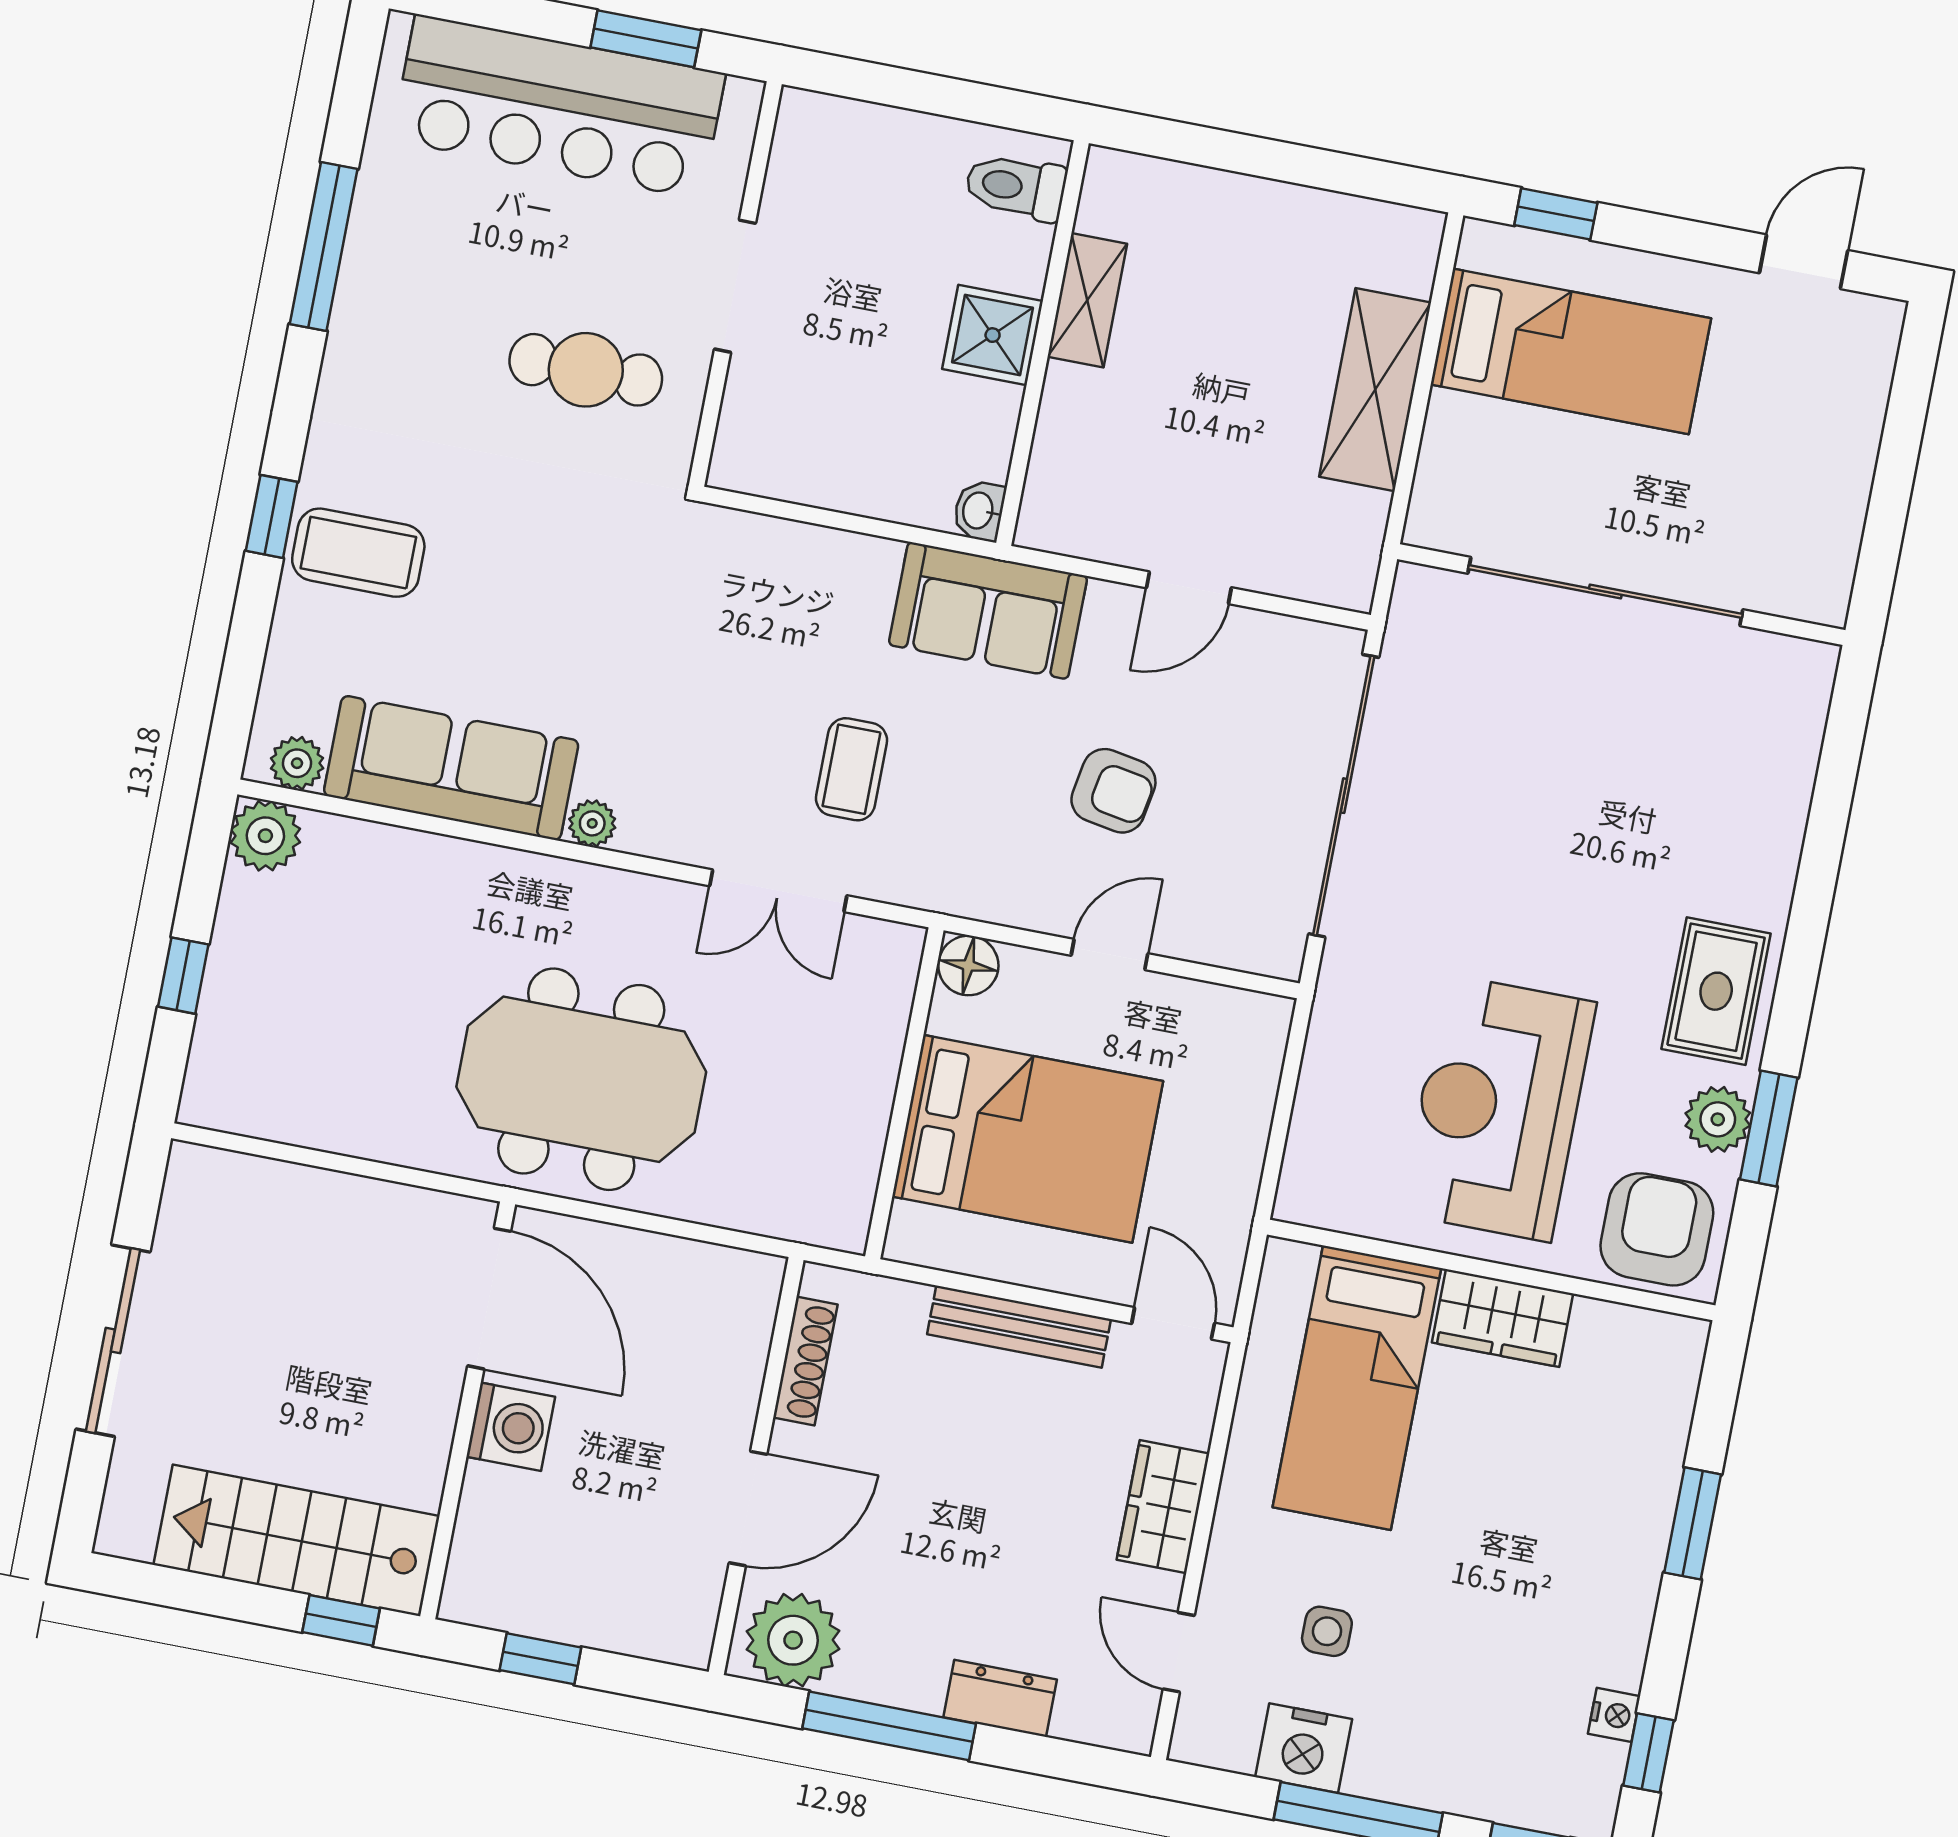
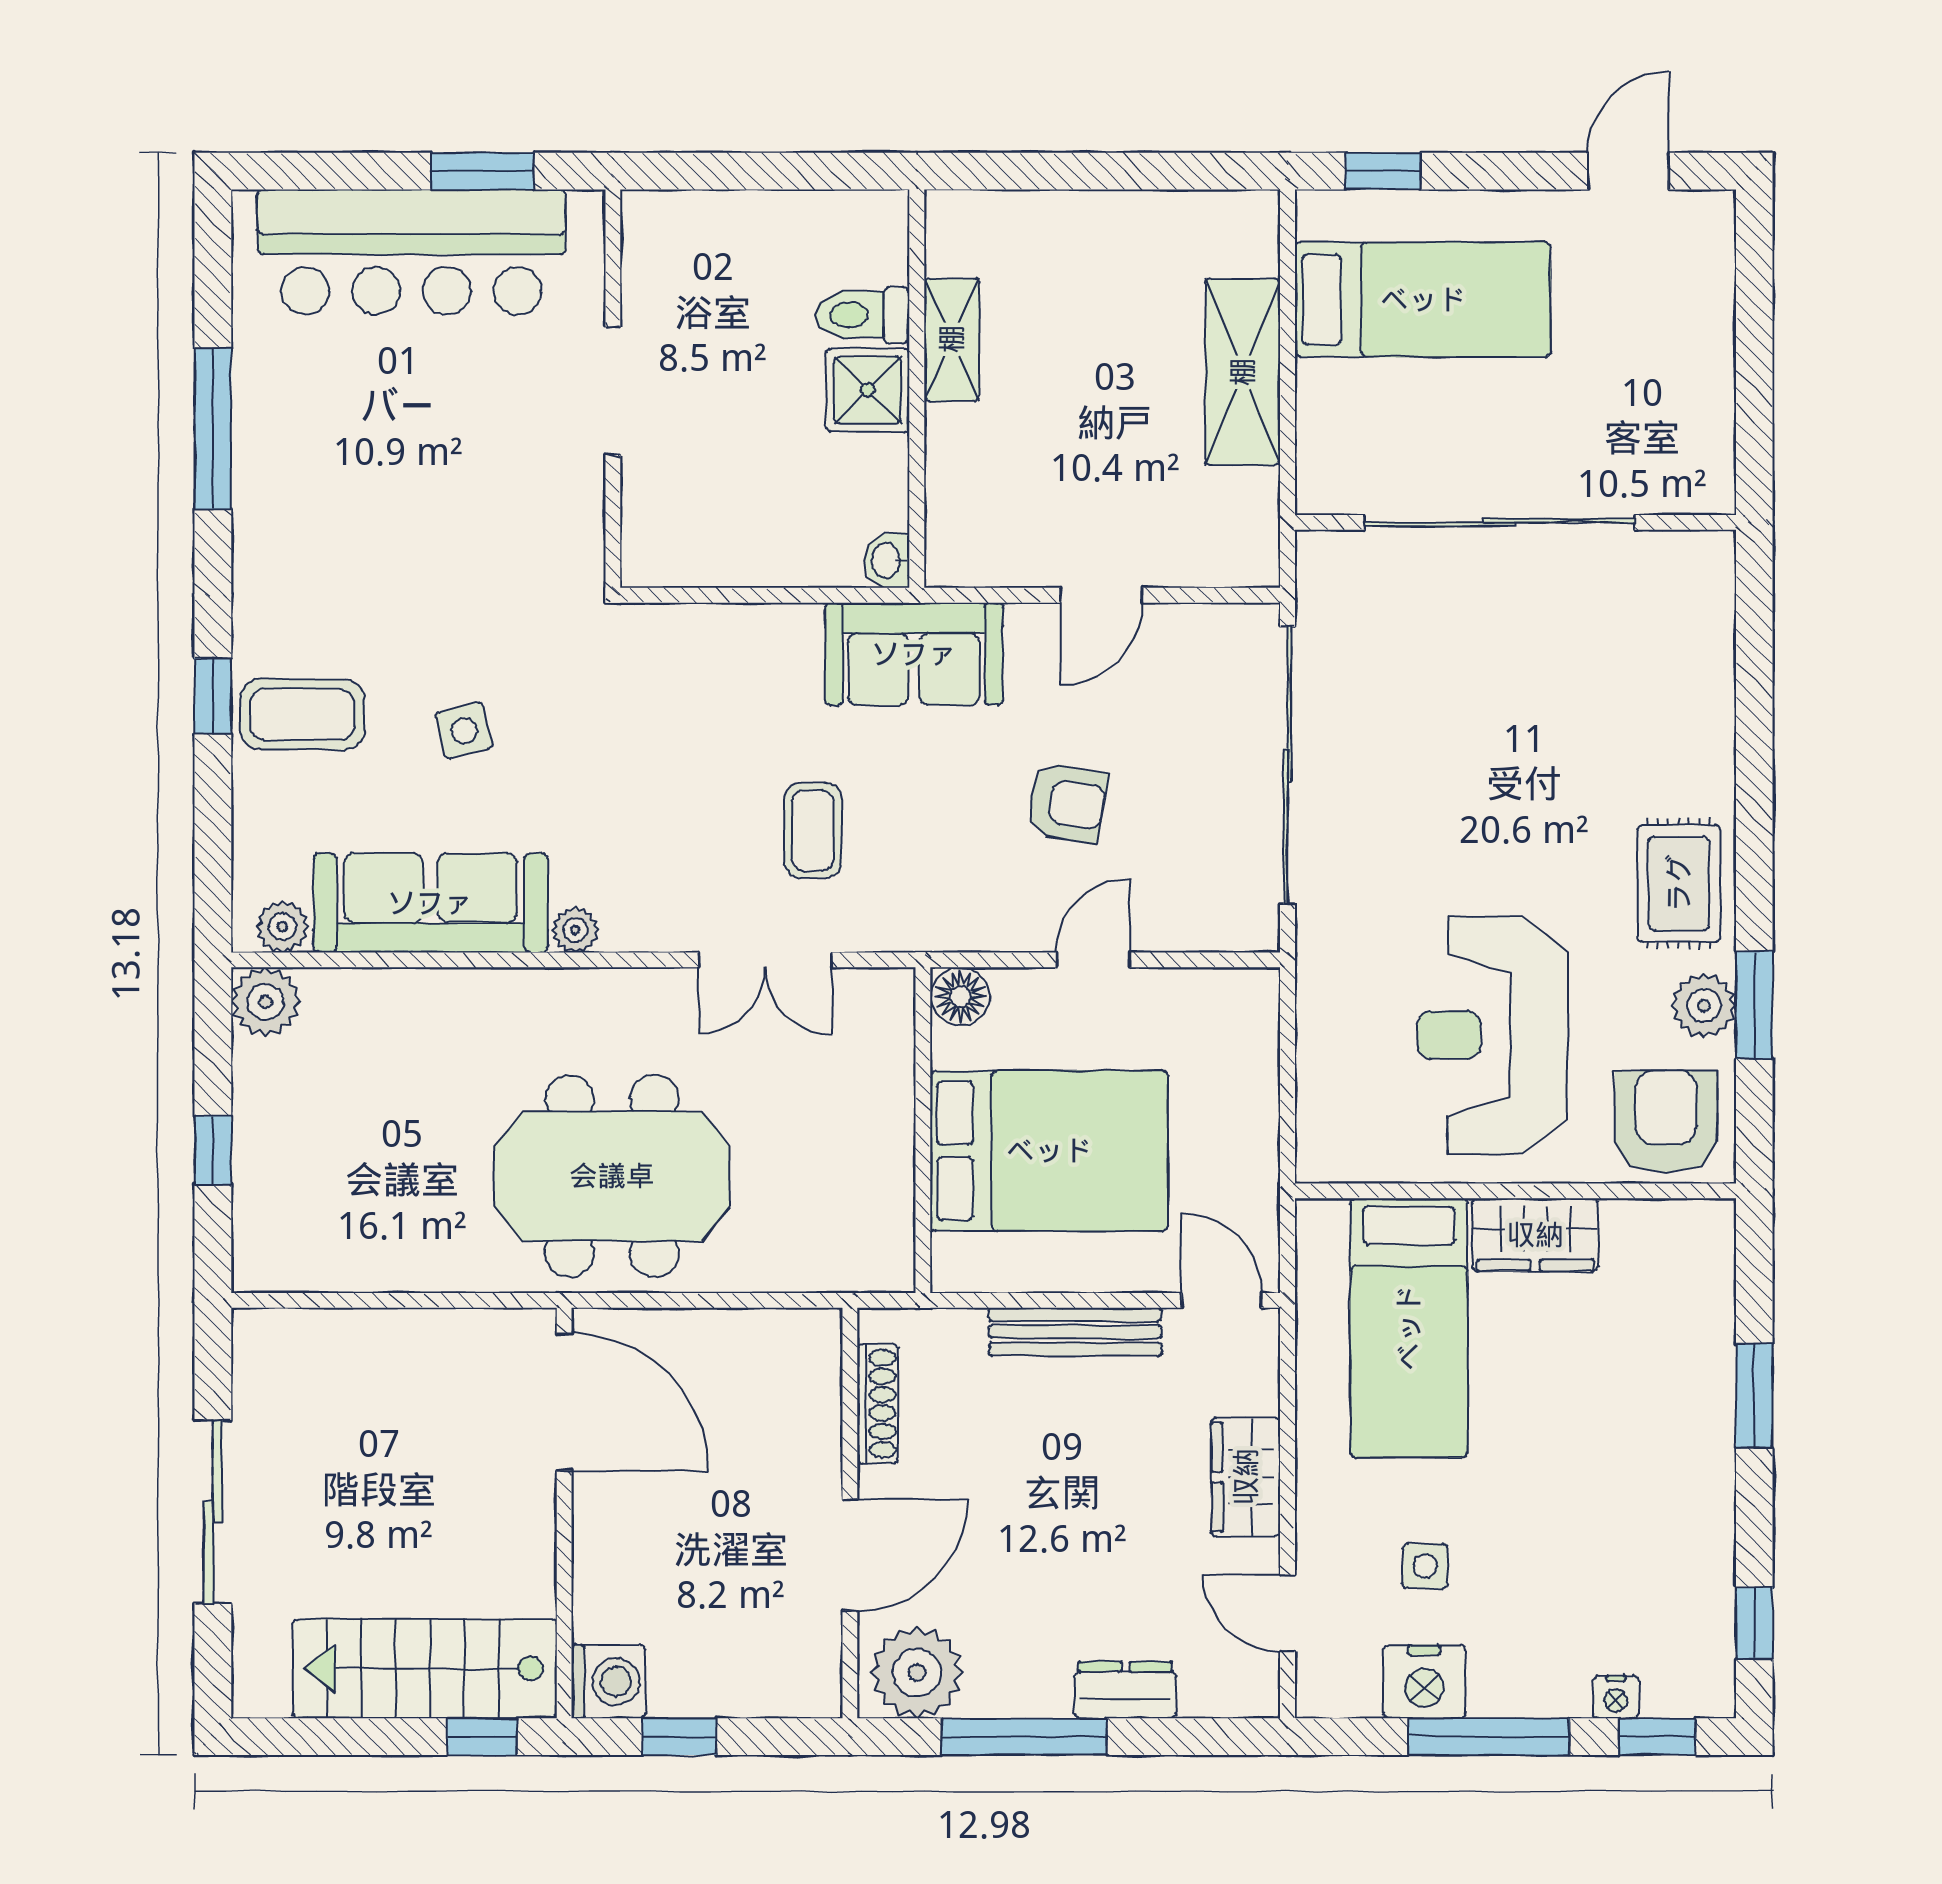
toilet: (1016, 187) -> (862, 315), moved
cafe table: (586, 370) -> (486, 498), removed
side table: (519, 600) -> (464, 730), added
washing machine: (511, 1427) -> (608, 1682), moved
nightstand: (1614, 1715) -> (1616, 1697), moved, turned 90

